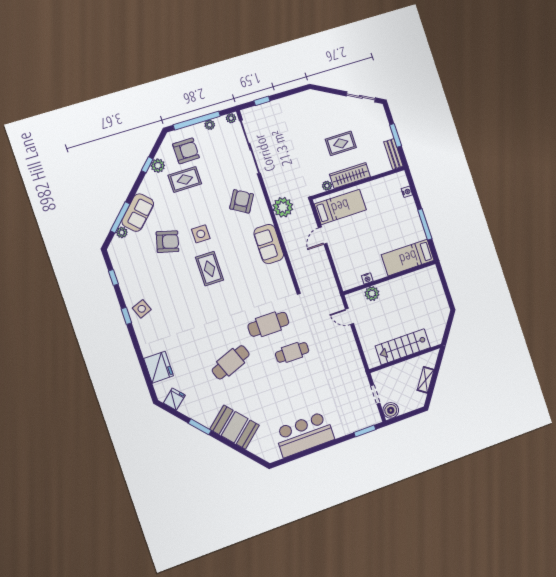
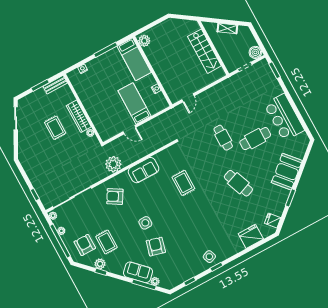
bed: (340, 207) -> (134, 103), moved
rug: (210, 269) -> (183, 183), moved, turned 90
plant: (372, 294) -> (144, 41), moved
cafe table: (268, 324) -> (255, 139), moved, turned 90

